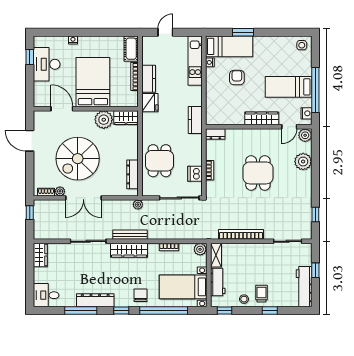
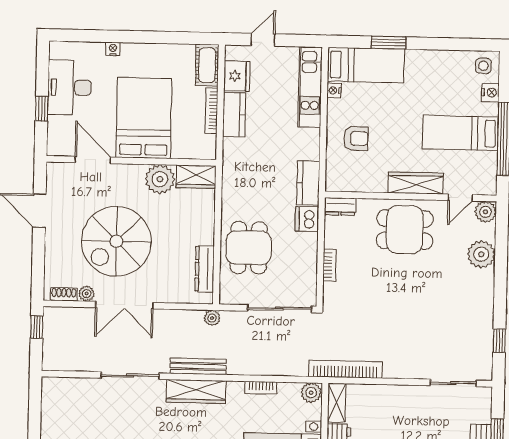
window: (30, 57) -> (42, 109), moved
armchair: (237, 78) -> (356, 138), moved, turned 90
fridge: (150, 103) -> (237, 76), moved
nightstand: (306, 113) -> (490, 93), moved
dining table: (258, 173) -> (405, 230), moved, turned 90
dishwasher: (195, 174) -> (307, 219), moved
bookcase: (241, 234) -> (345, 369), moved
wardrobe: (40, 255) -> (52, 396), removed

